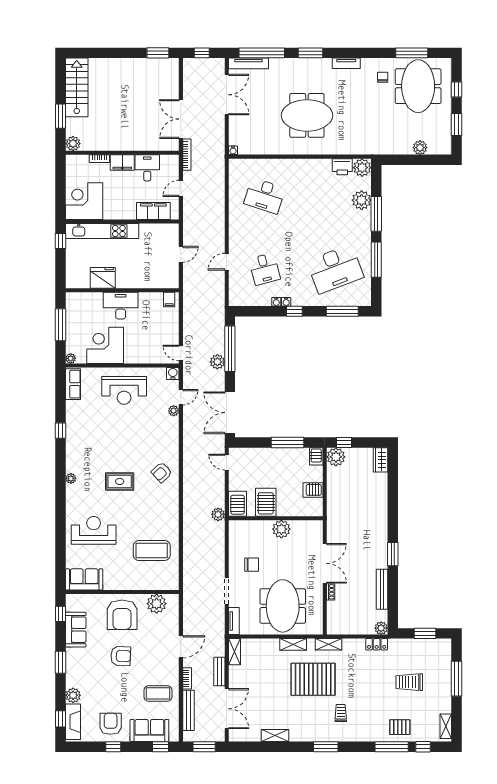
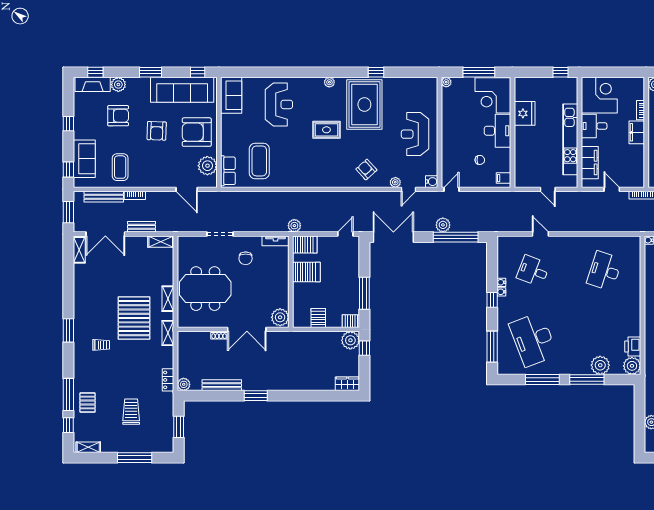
desk: (147, 168) -> (594, 126), moved, turned 180
kitchen unit: (102, 231) -> (570, 139), moved
desk: (265, 269) -> (533, 271), turned 36
chair: (151, 324) -> (480, 160), added
corner desk: (105, 345) -> (493, 95), moved, turned 180
row of seats: (73, 384) -> (228, 171), moved, turned -90
door: (181, 397) -> (408, 189), hinge flipped
rug: (94, 442) -> (364, 105), added
armchair: (162, 472) -> (366, 170), moved
rug: (120, 481) -> (326, 130), turned 90
plant: (281, 529) -> (280, 317), moved
tv unit: (234, 621) -> (276, 241), moved
sofa: (76, 630) -> (182, 90), width x1.85, depth x1.27
door: (181, 647) -> (187, 189), moved
armchair: (111, 724) -> (118, 116), moved
shelving: (275, 735) -> (79, 250), moved

